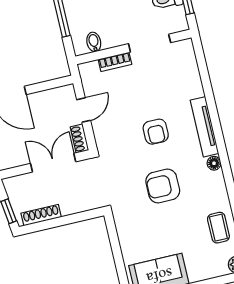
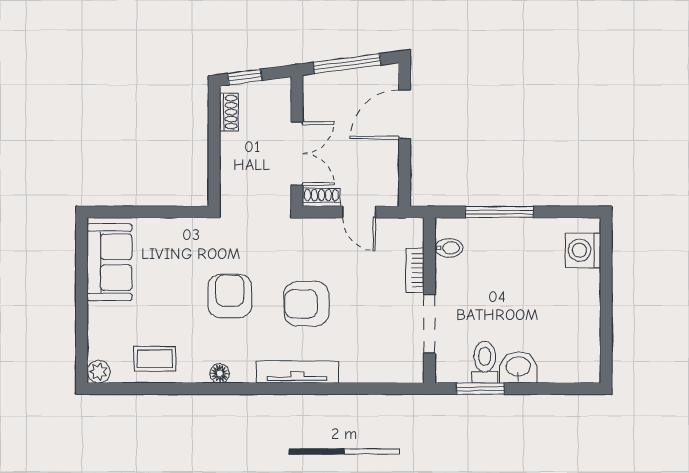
armchair: (156, 132) -> (306, 304), width x1.38, depth x1.38
floor lamp: (214, 163) -> (220, 373), moved
shoe rack: (41, 215) -> (229, 112), width x0.70

